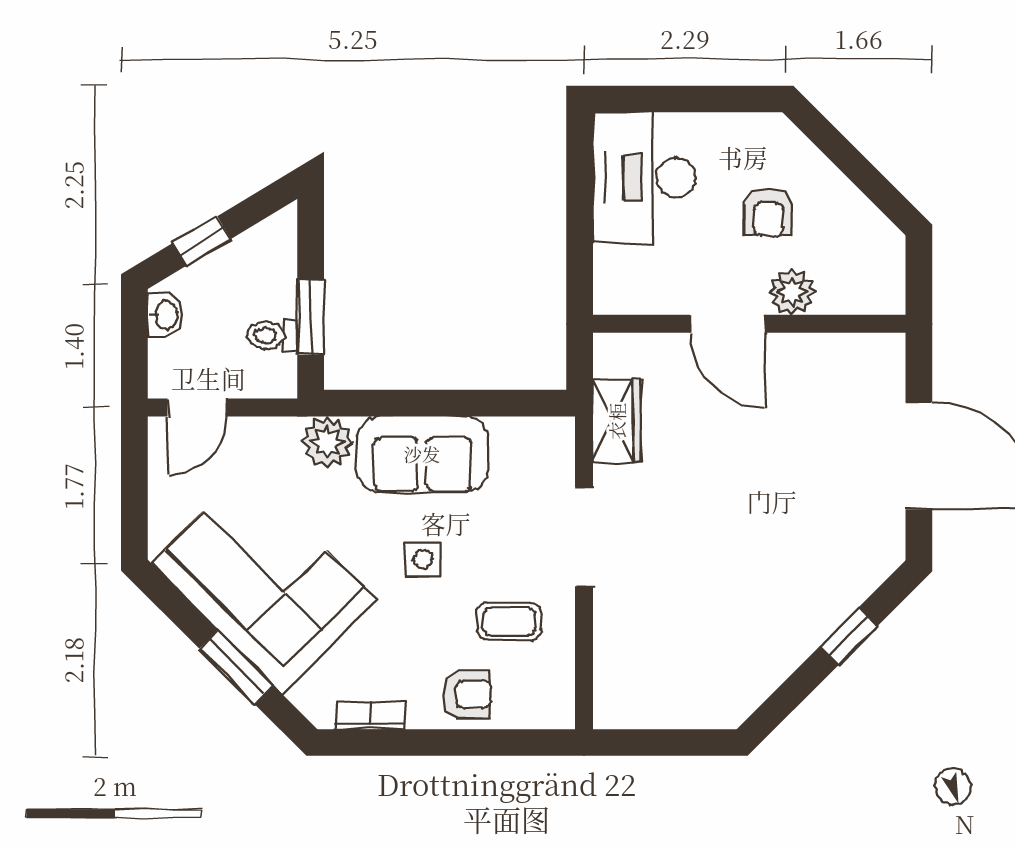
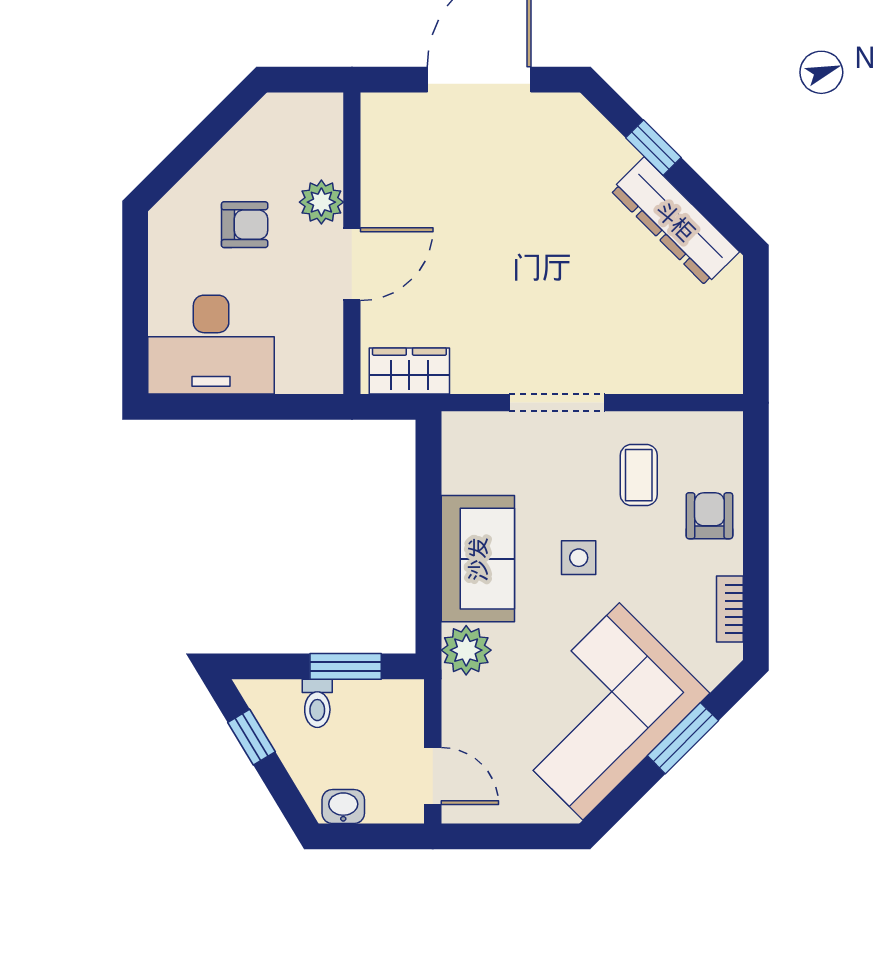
window: (202, 241) -> (252, 737), moved
toilet: (272, 335) -> (317, 703), moved
wardrobe: (617, 421) -> (409, 371), moved
dresser: (772, 659) -> (675, 221), added

